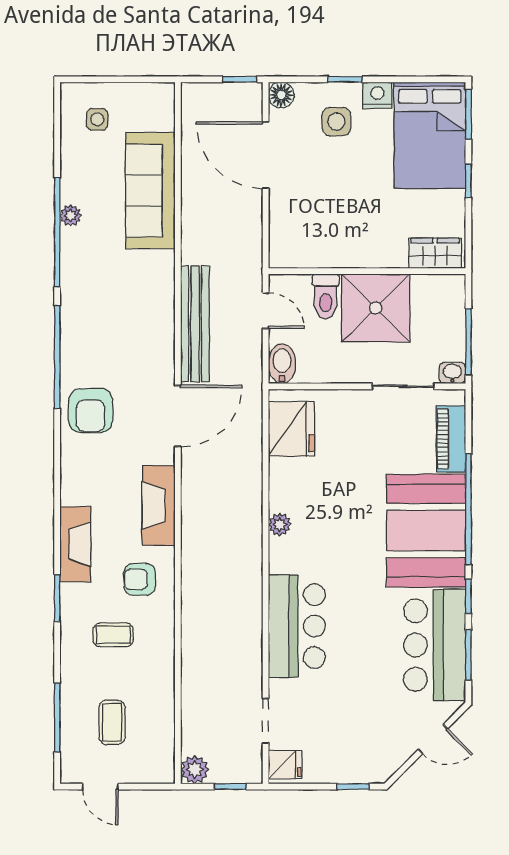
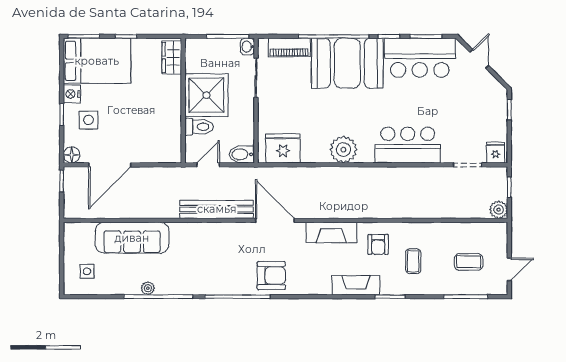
plant: (280, 524) -> (343, 150), width x1.87, depth x1.87

